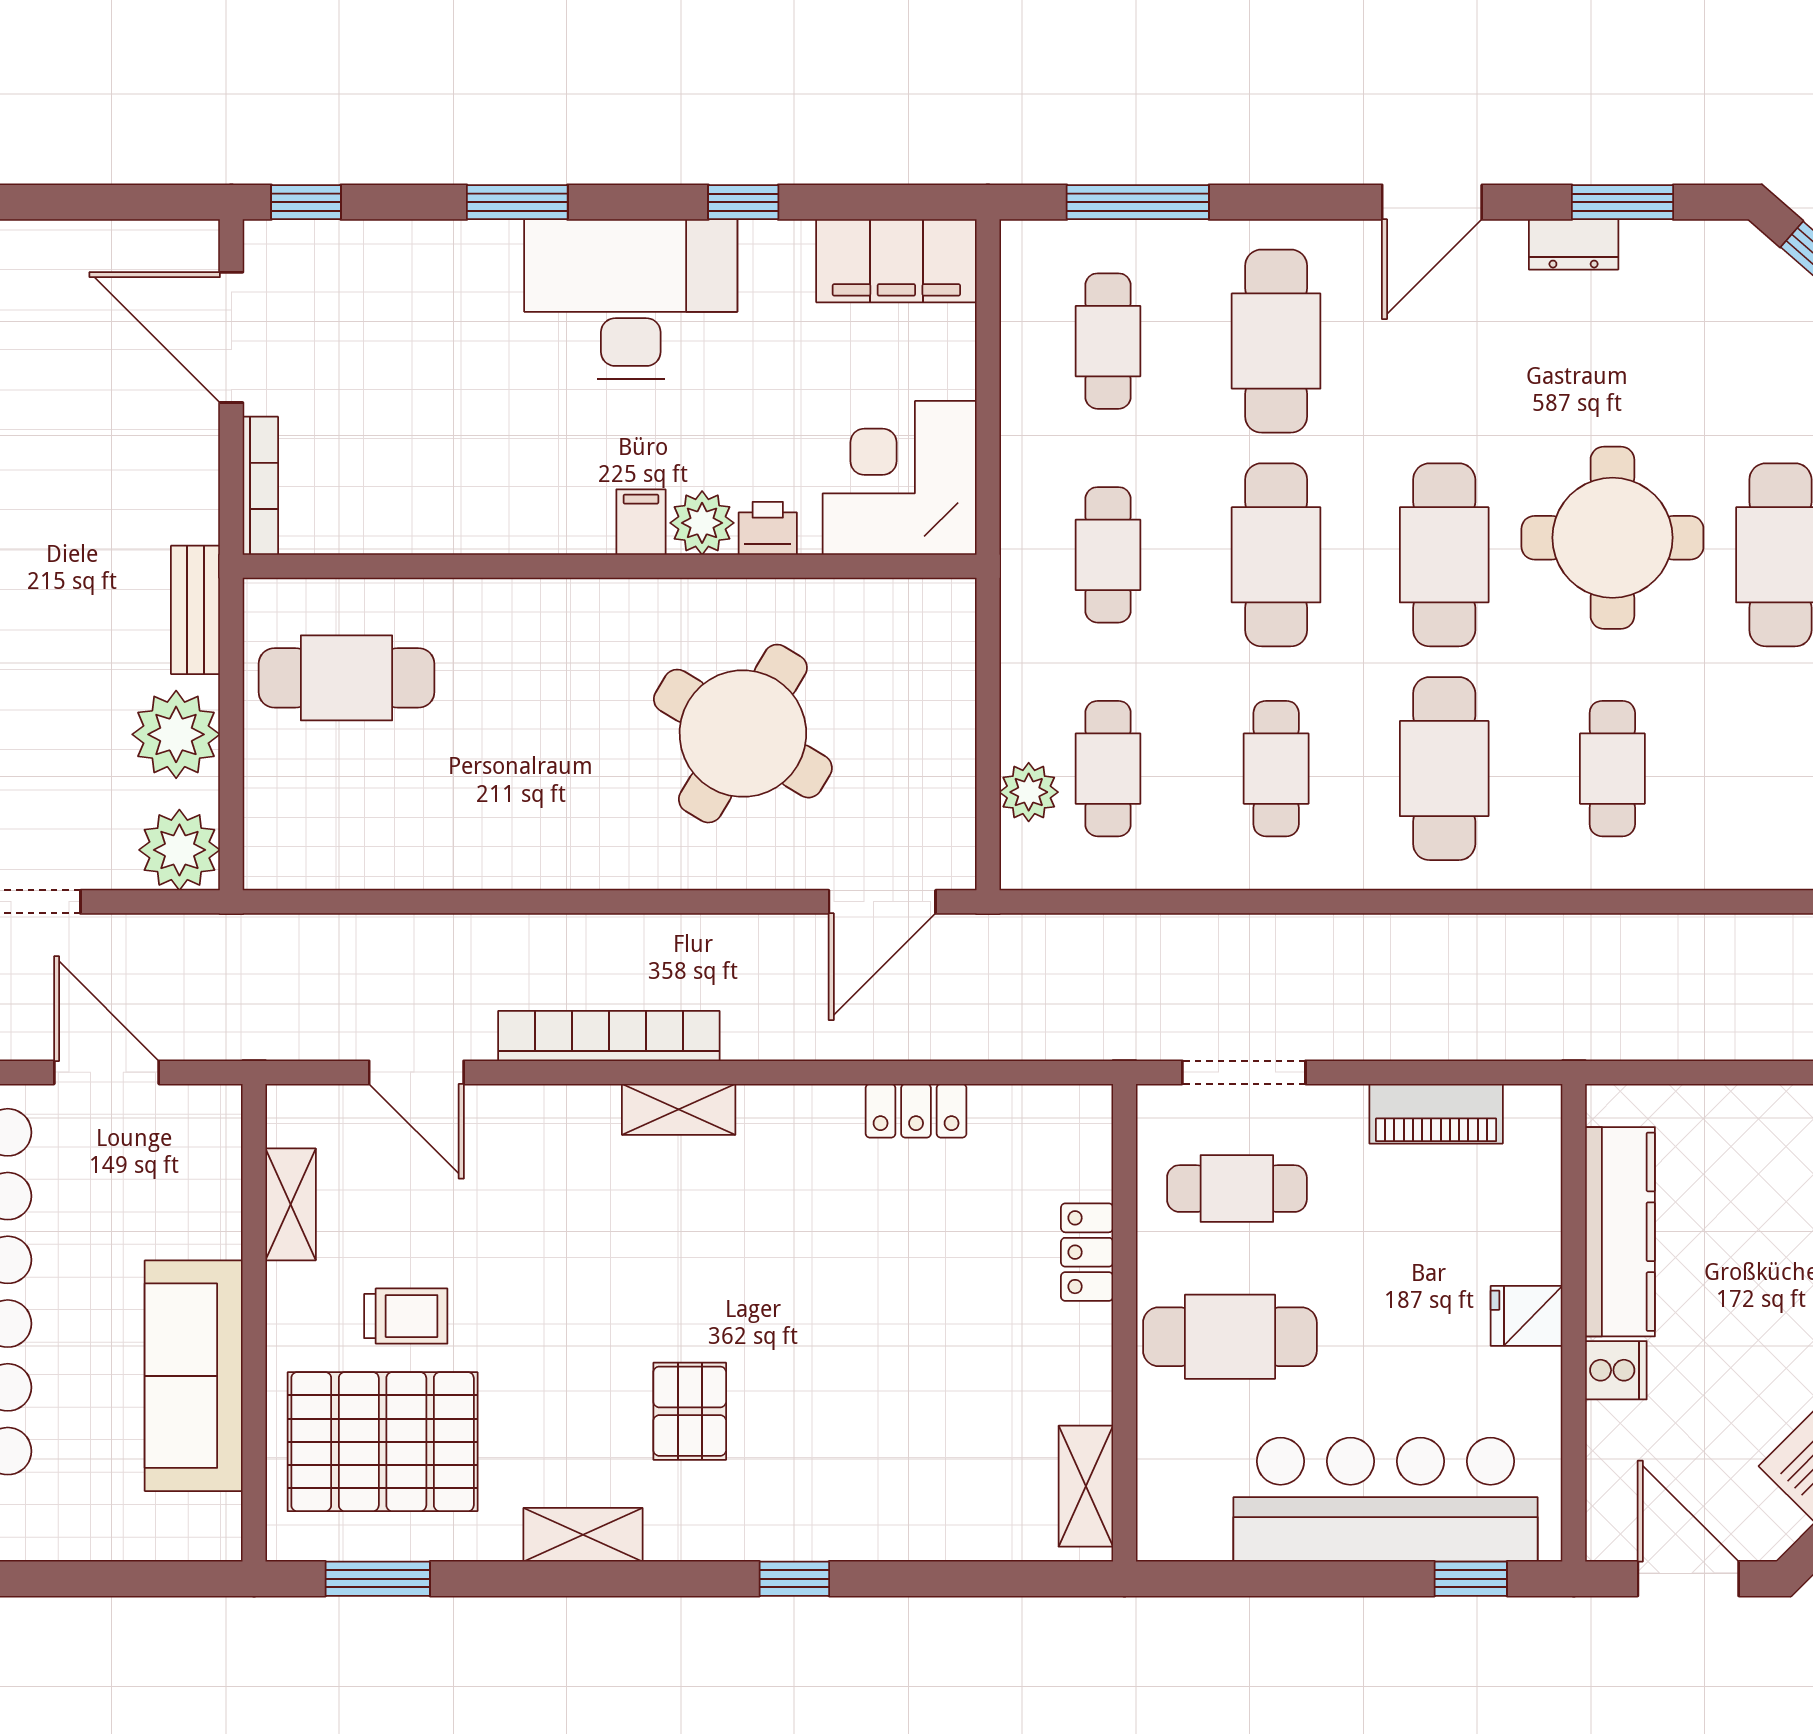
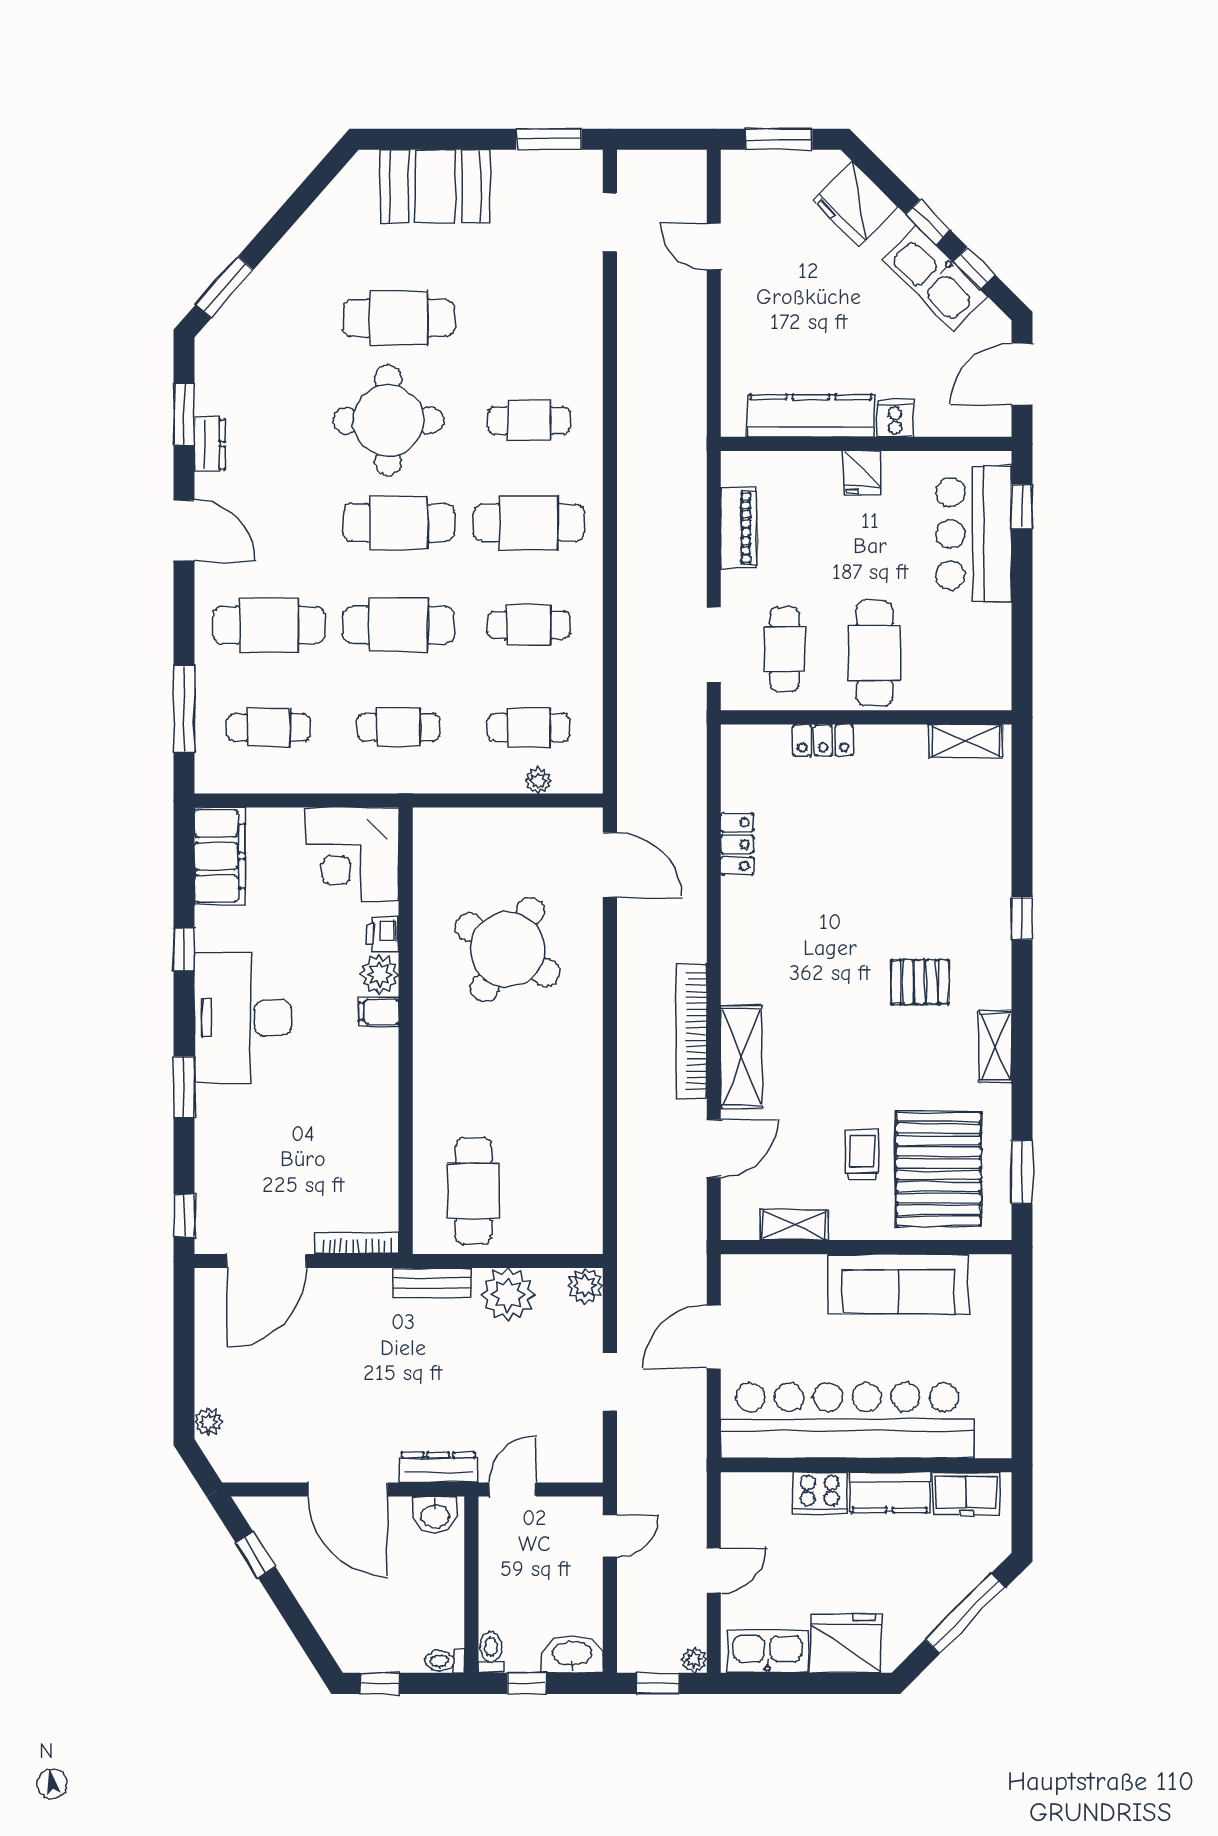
plant: (1029, 792) -> (538, 781), width x0.73, depth x0.73
plant: (179, 850) -> (585, 1286), width x0.73, depth x0.73
shelving: (679, 1109) -> (741, 1057), moved, width x1.50, depth x1.33
bar counter: (1385, 1500) -> (974, 534), width x0.73

